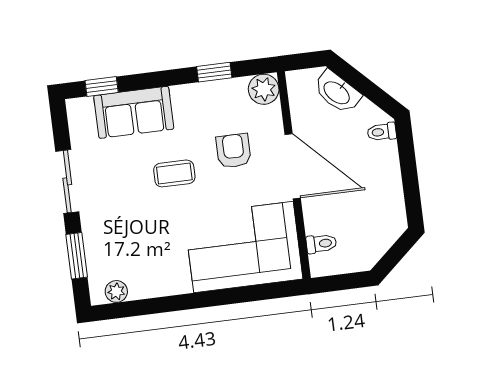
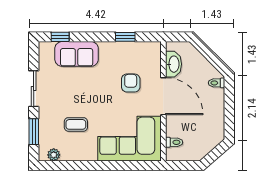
plant: (264, 89) -> (152, 50), removed
washbasin: (337, 92) -> (173, 64), moved, turned -135
coffee table: (174, 173) -> (76, 124), moved

